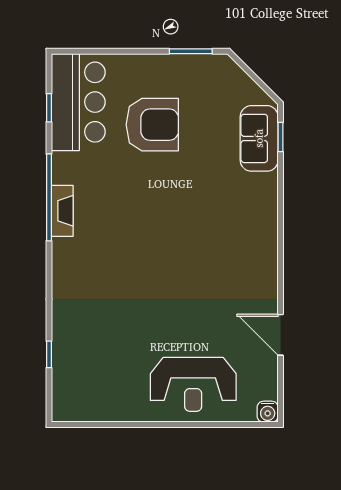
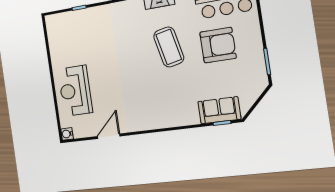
armchair: (152, 125) -> (218, 45), turned -90
coffee table: (142, 206) -> (169, 47), added

